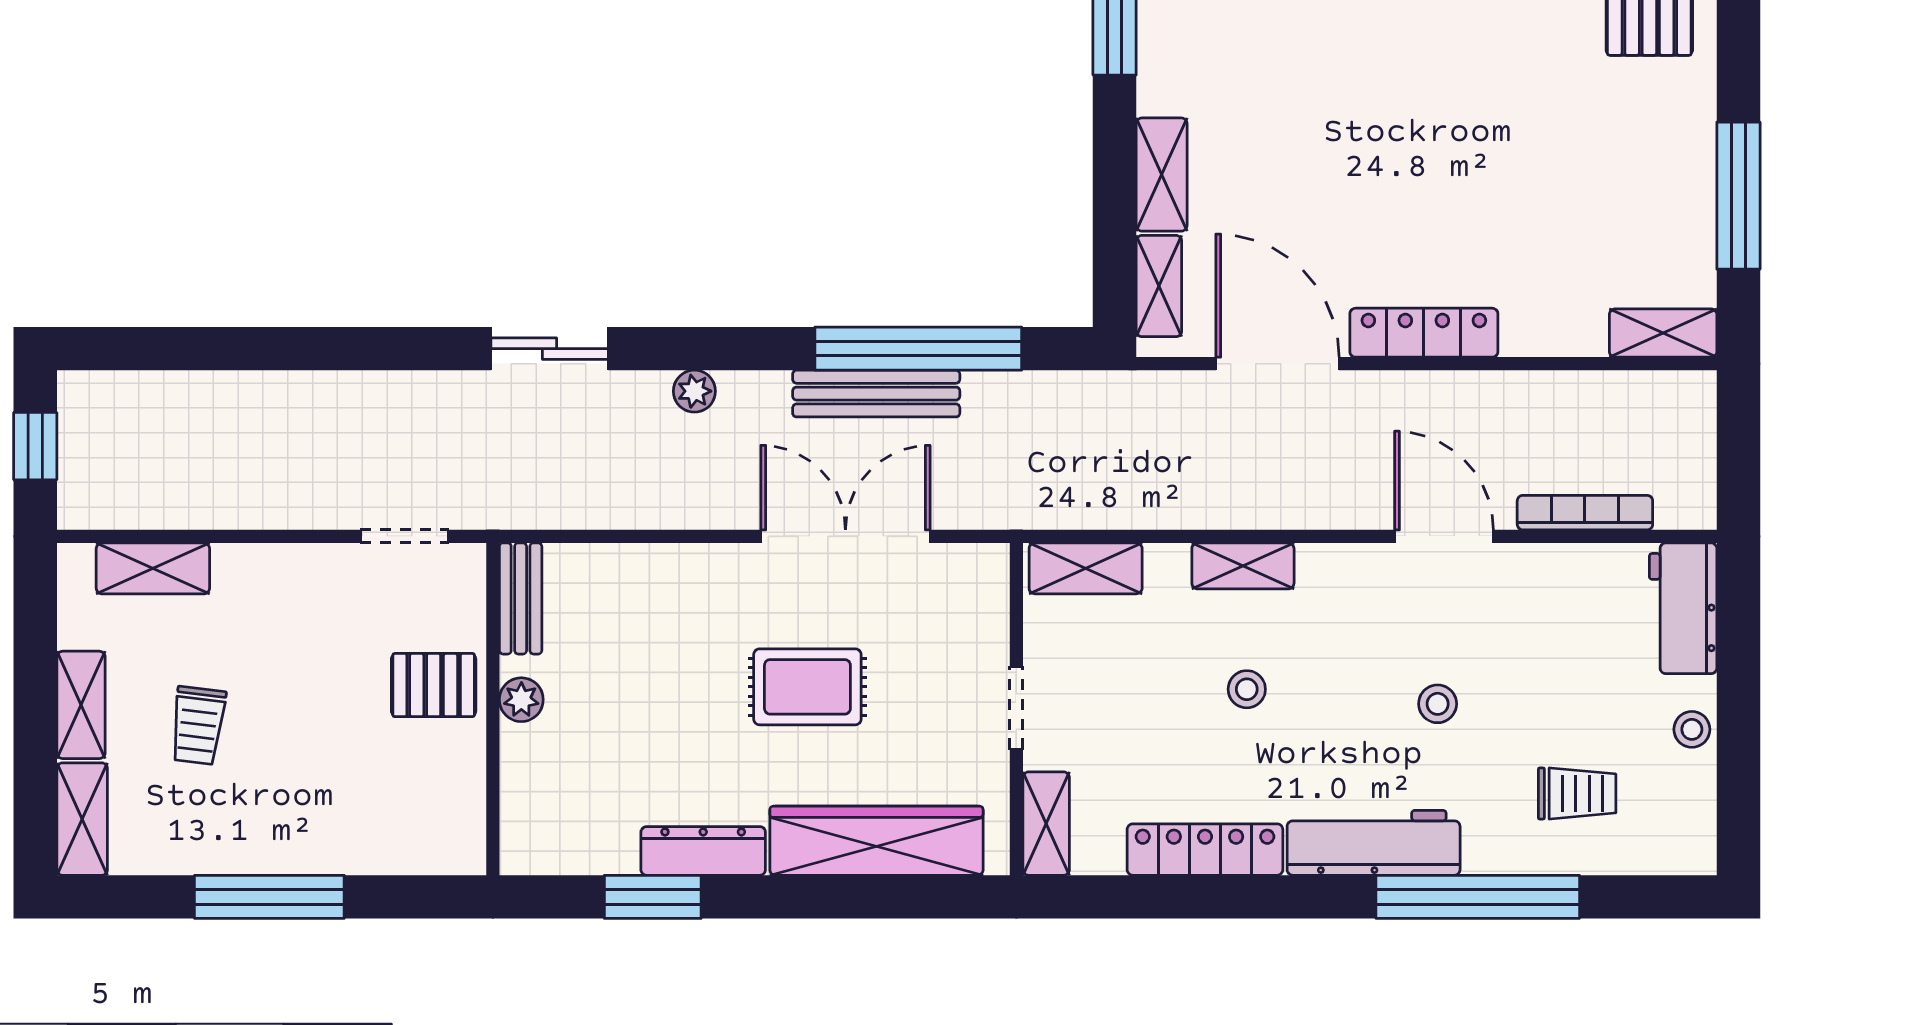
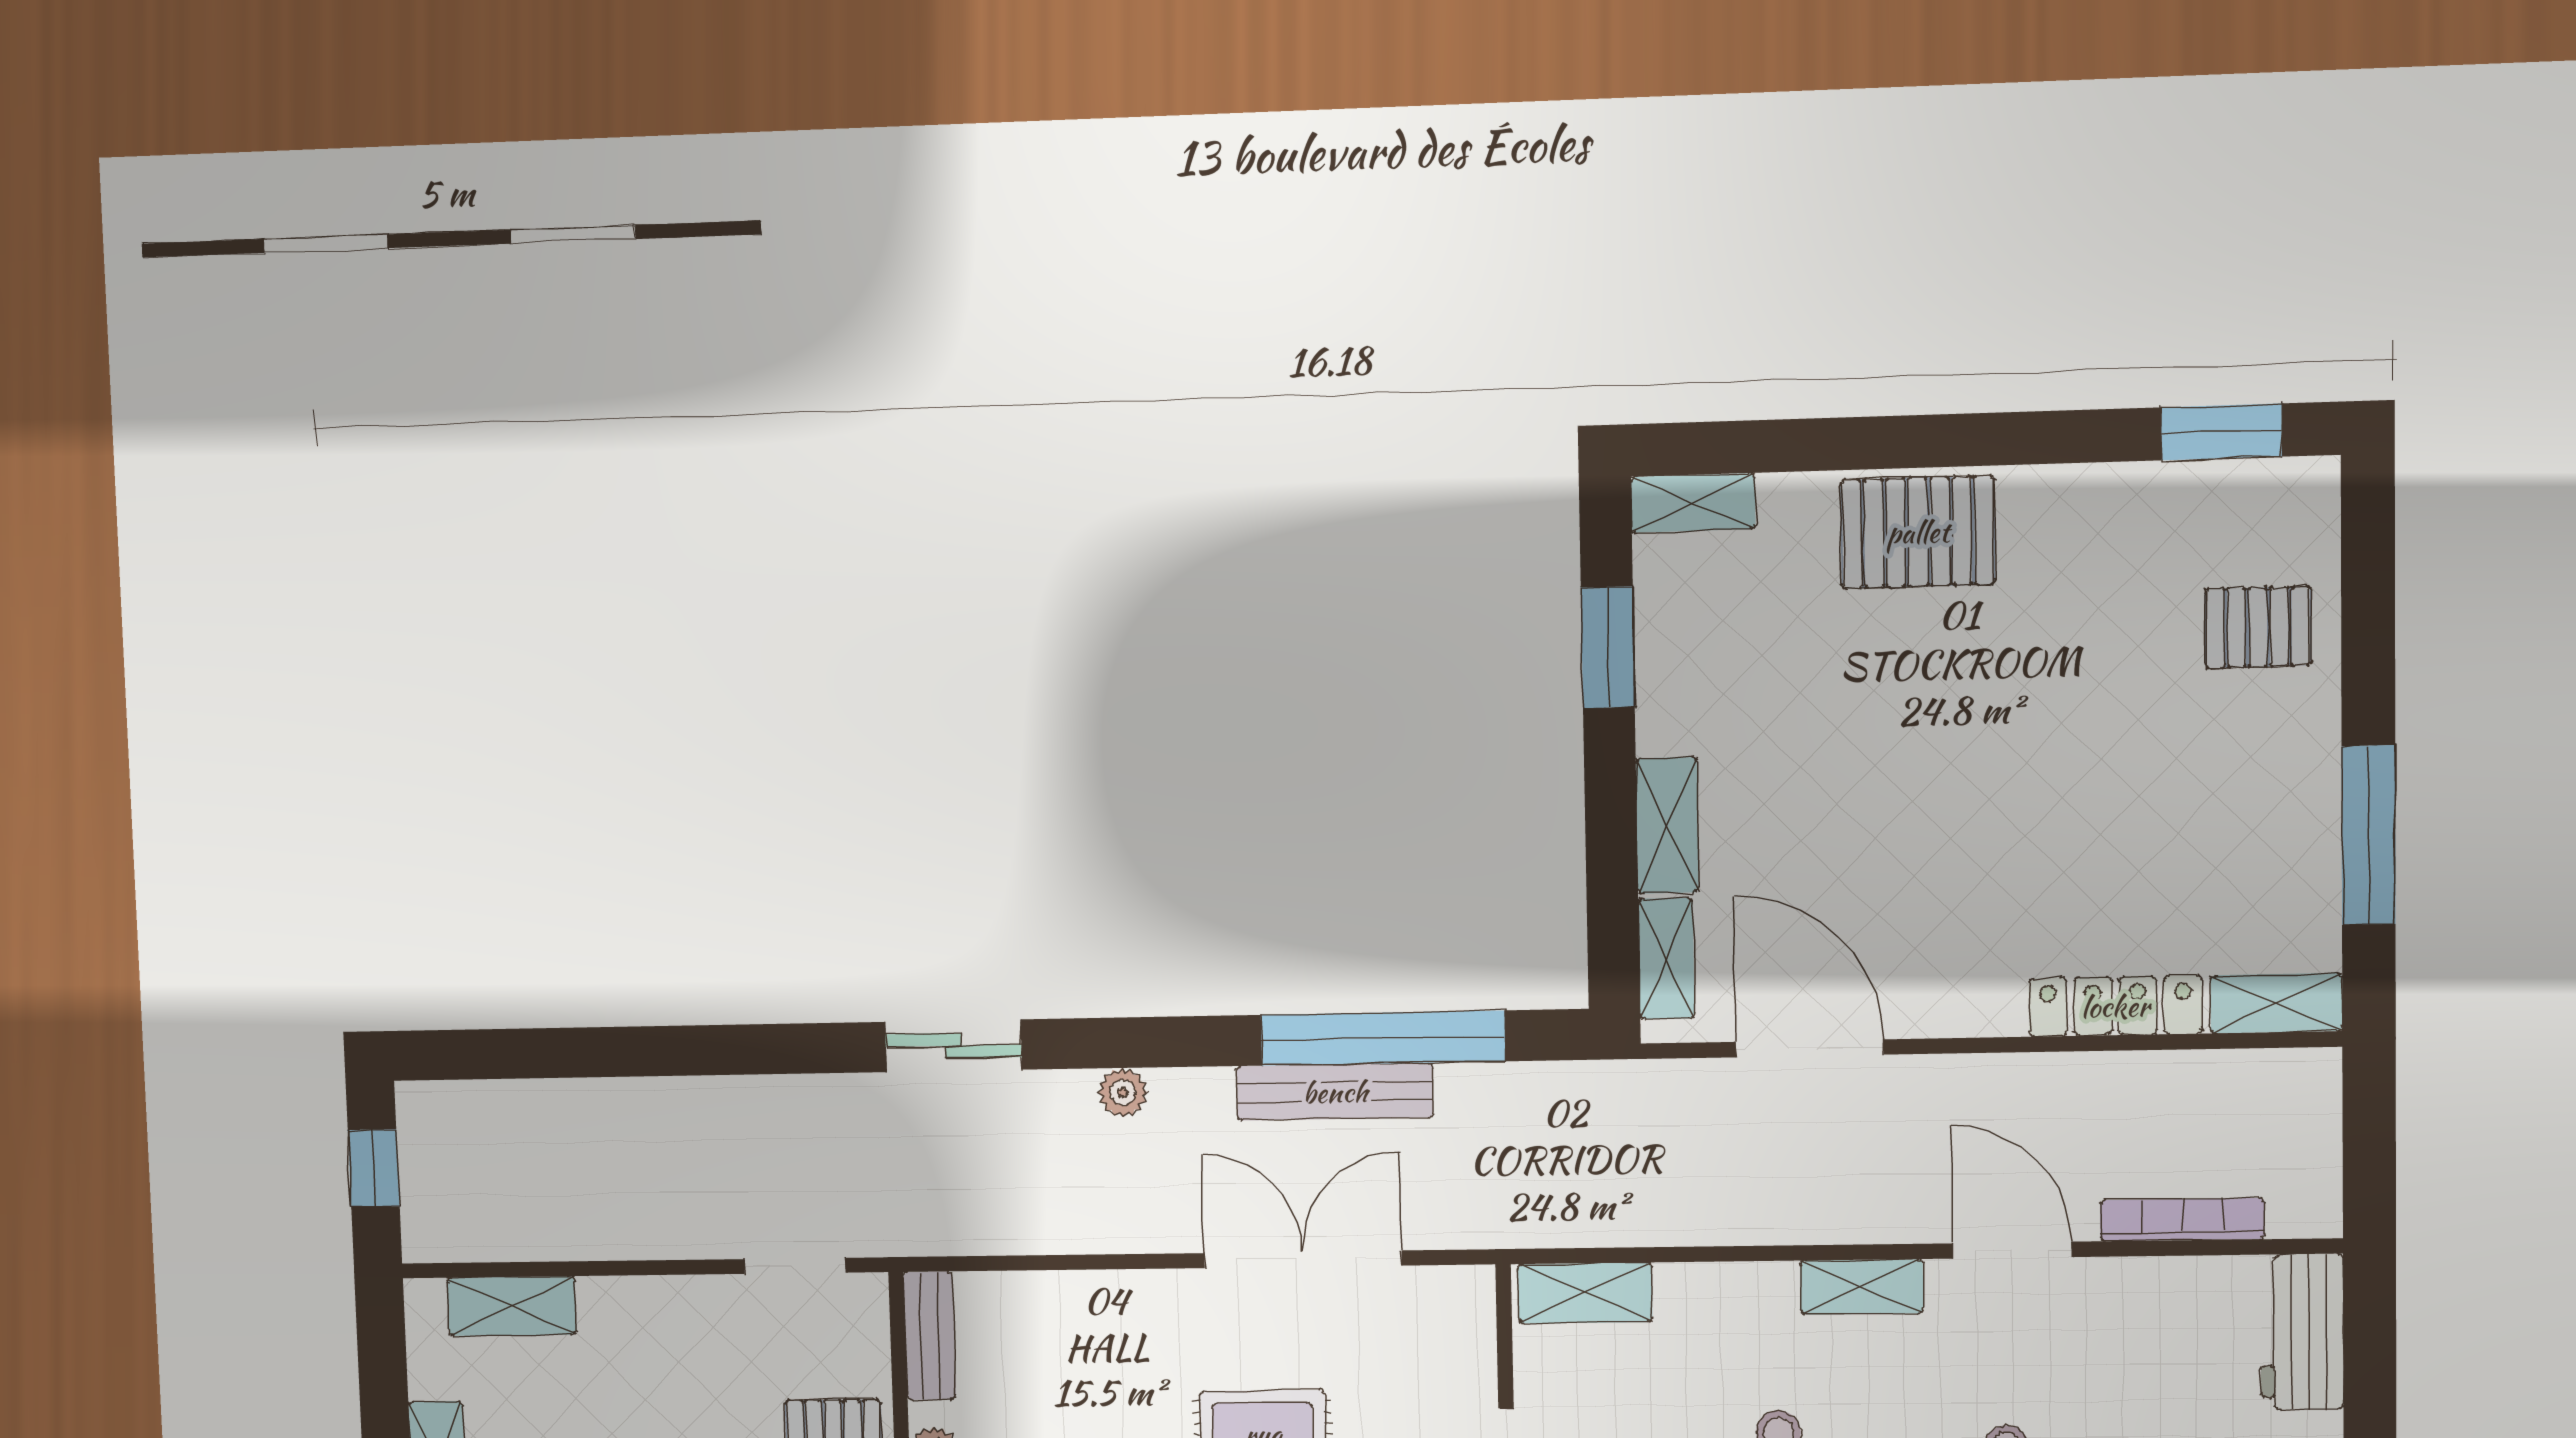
locker: (1424, 333) -> (2115, 1006), moved
shelving: (1243, 566) -> (1862, 1287), moved

